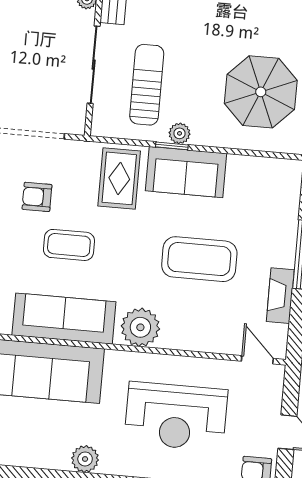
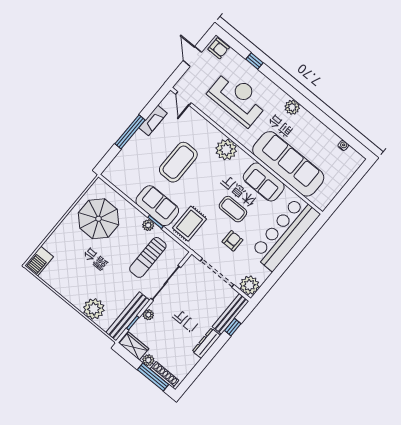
armchair: (37, 197) -> (232, 241), turned -90
coffee table: (199, 259) -> (178, 162), turned 90
sofa: (64, 319) -> (264, 182), width x0.73

